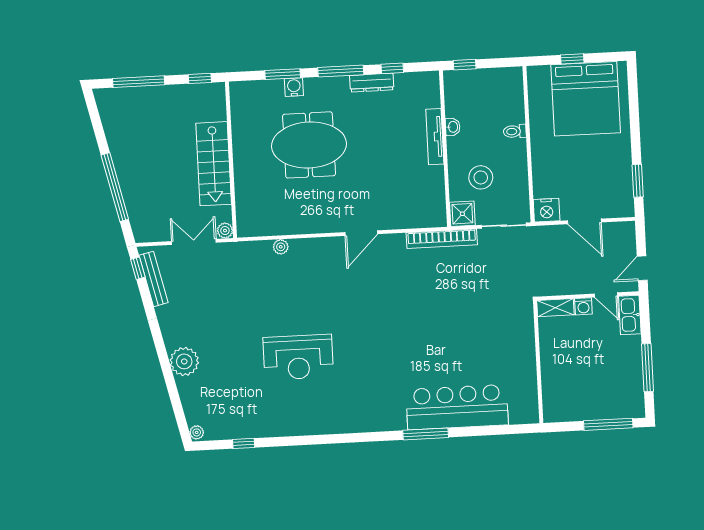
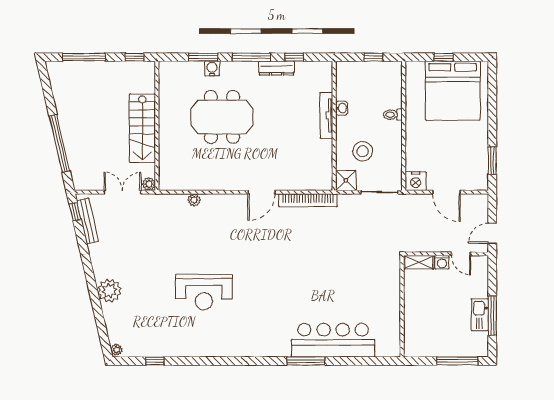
window: (465, 65) -> (373, 57), moved
bookcase: (442, 239) -> (308, 200), moved
kitchen sink: (630, 315) -> (480, 315), moved

